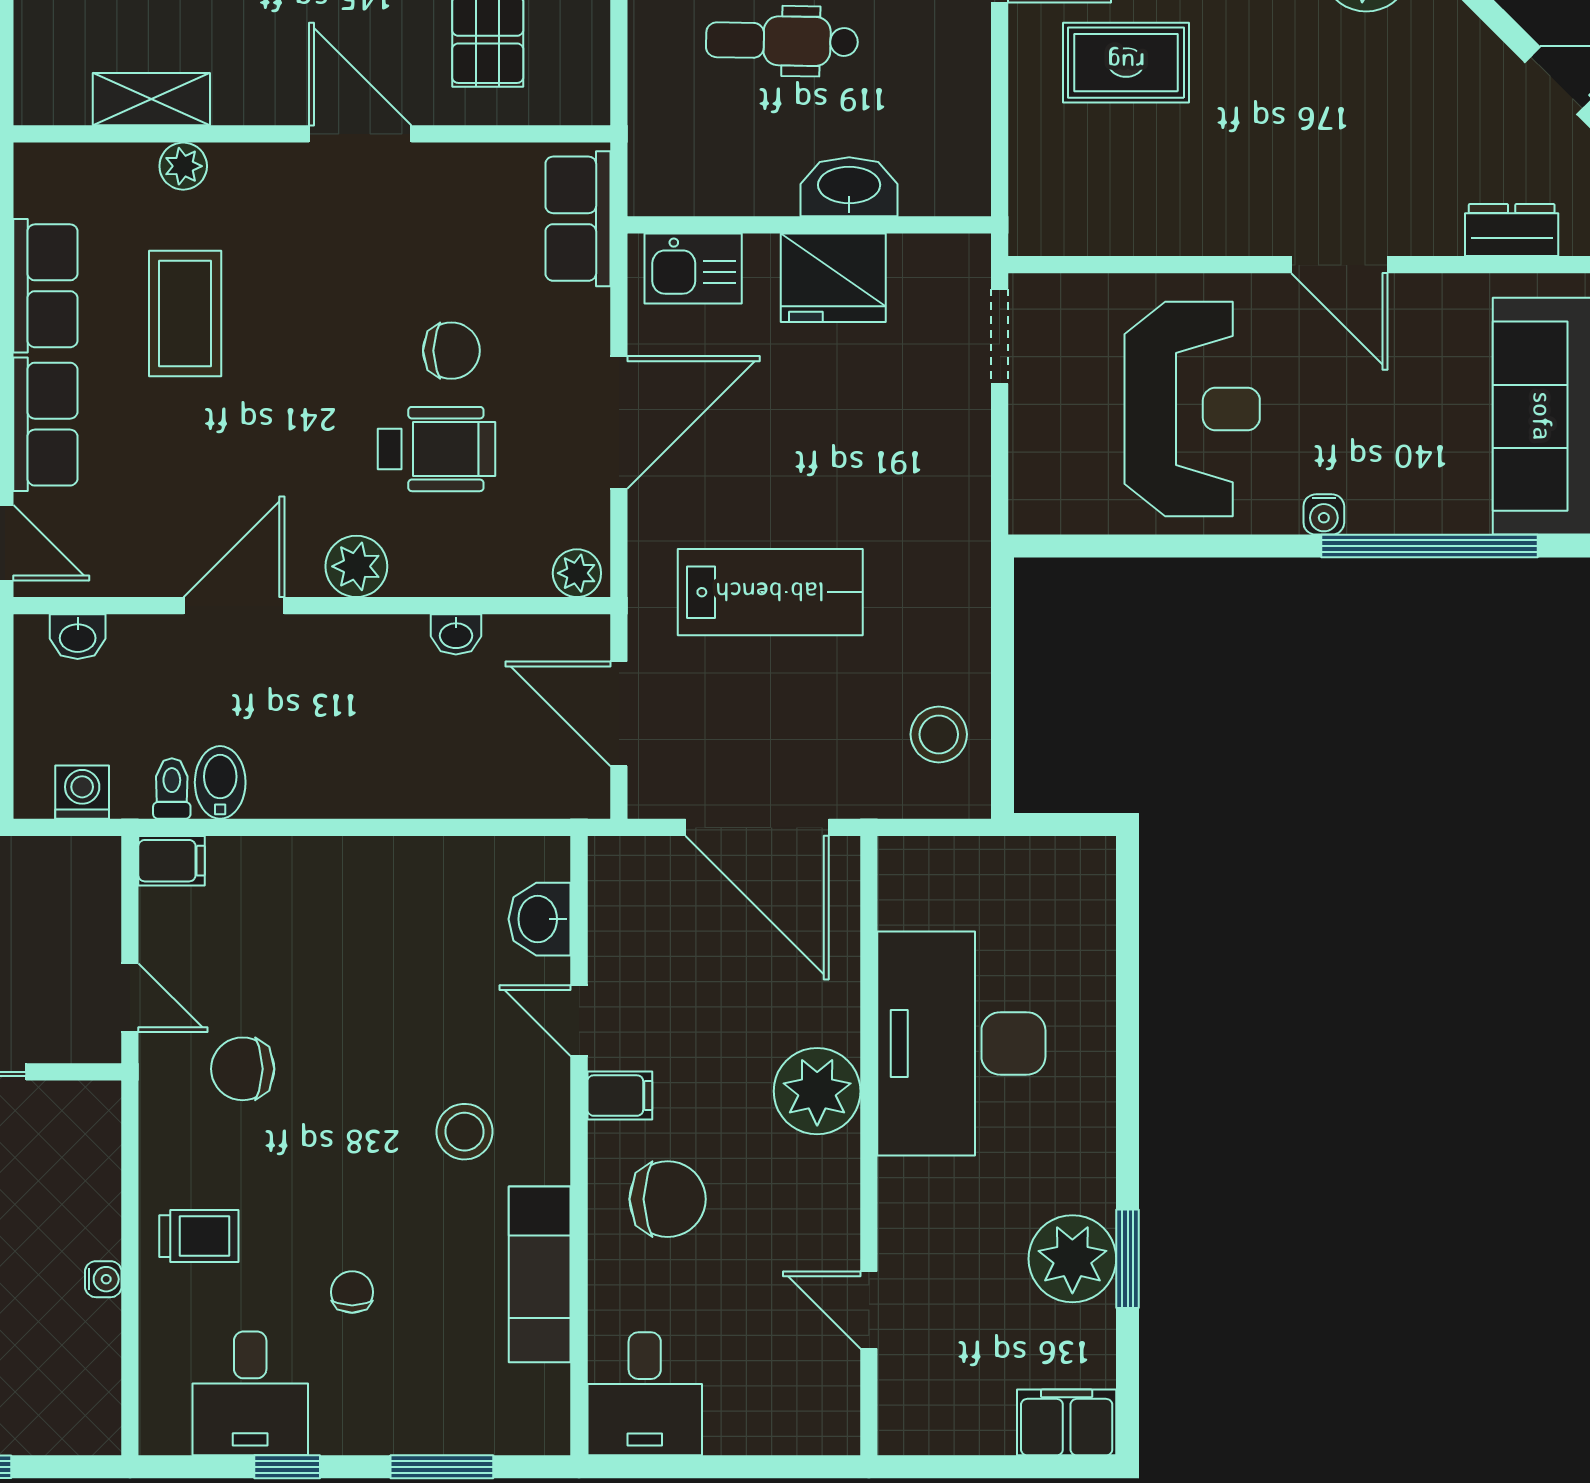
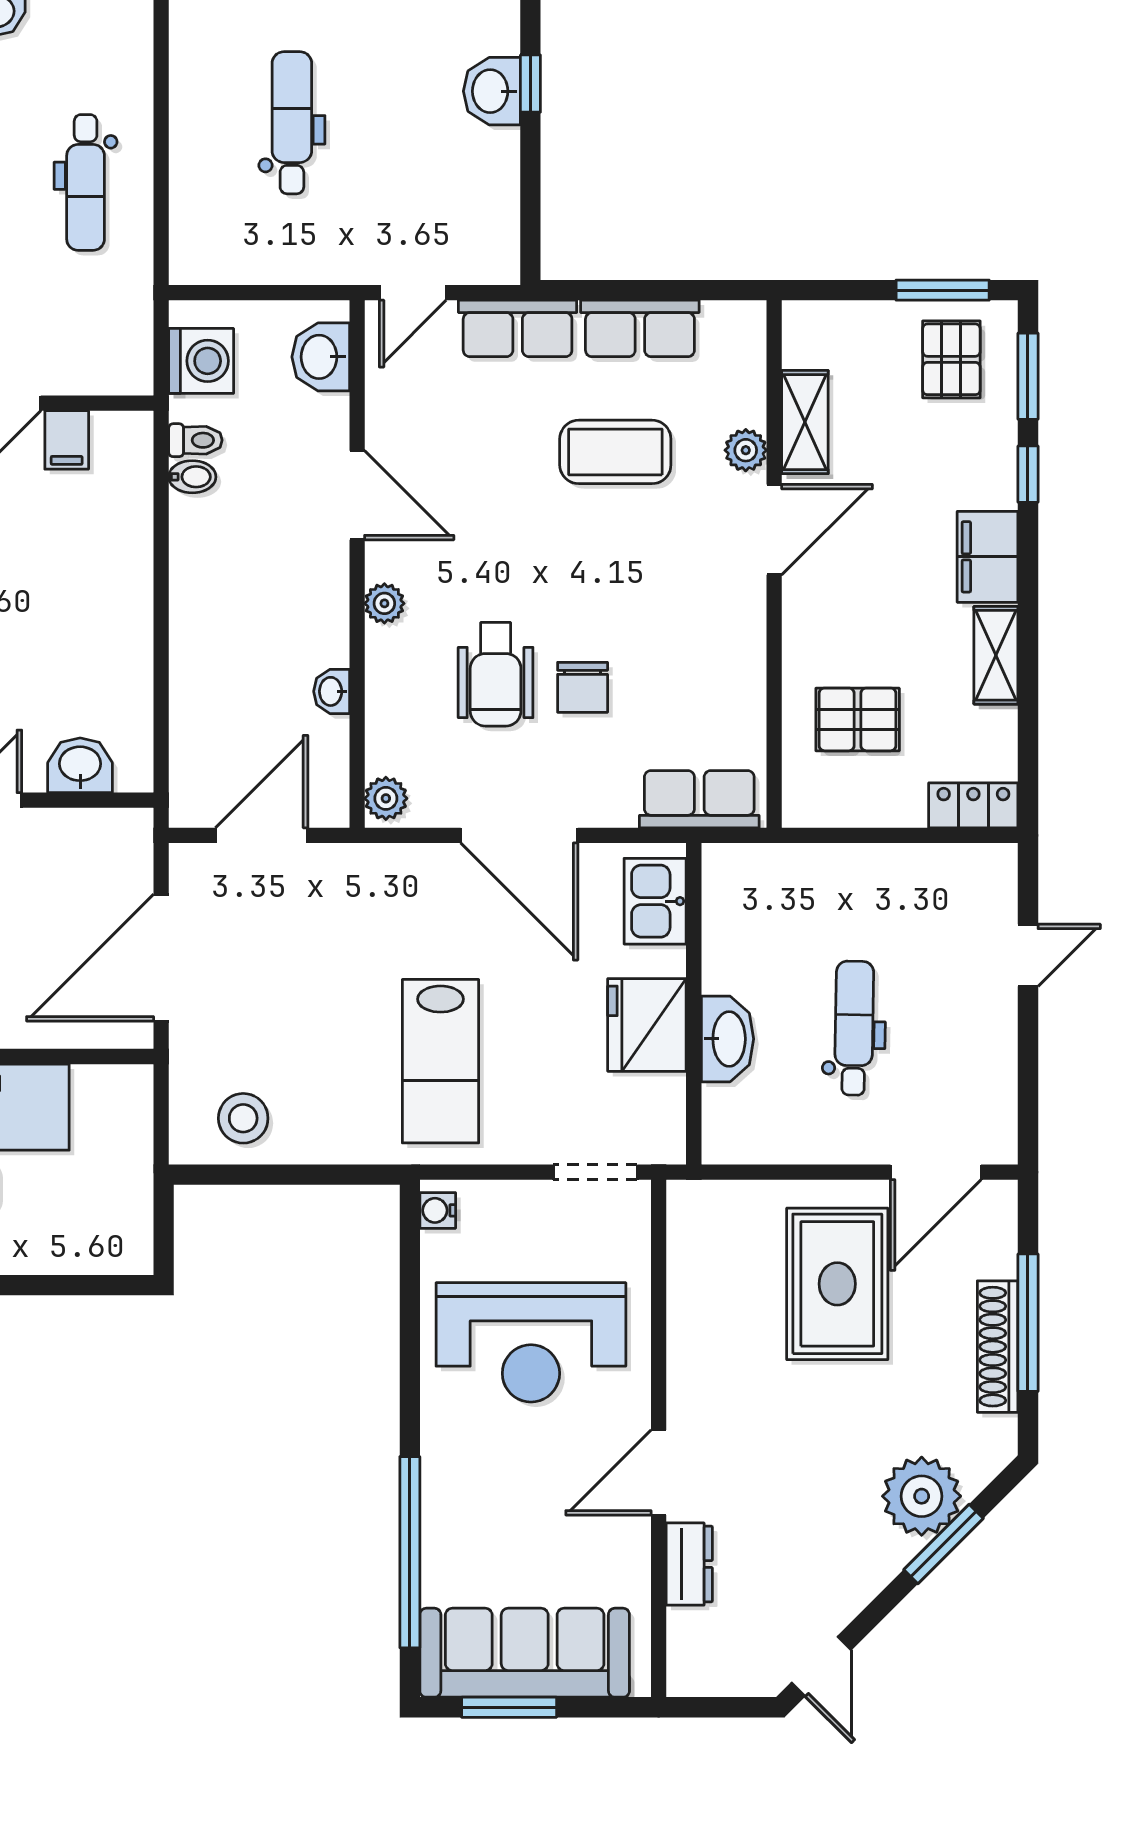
dental chair: (782, 41) -> (854, 1028), moved
rug: (1126, 63) -> (837, 1284), width x1.36, depth x1.43
door: (360, 134) -> (774, 530), moved
dresser: (1512, 230) -> (689, 1564), moved
water cooler: (1324, 514) -> (438, 1210), moved
plant: (356, 566) -> (384, 603), width x0.73, depth x0.73
lab bench: (770, 592) -> (440, 1061), moved
washbasin: (78, 637) -> (321, 357), width x1.38, depth x1.45
bidet: (220, 782) -> (192, 477), width x0.72, depth x0.74
washing machine: (82, 792) -> (201, 361), width x1.38, depth x1.38
filing cabinet: (172, 861) -> (67, 440), moved

